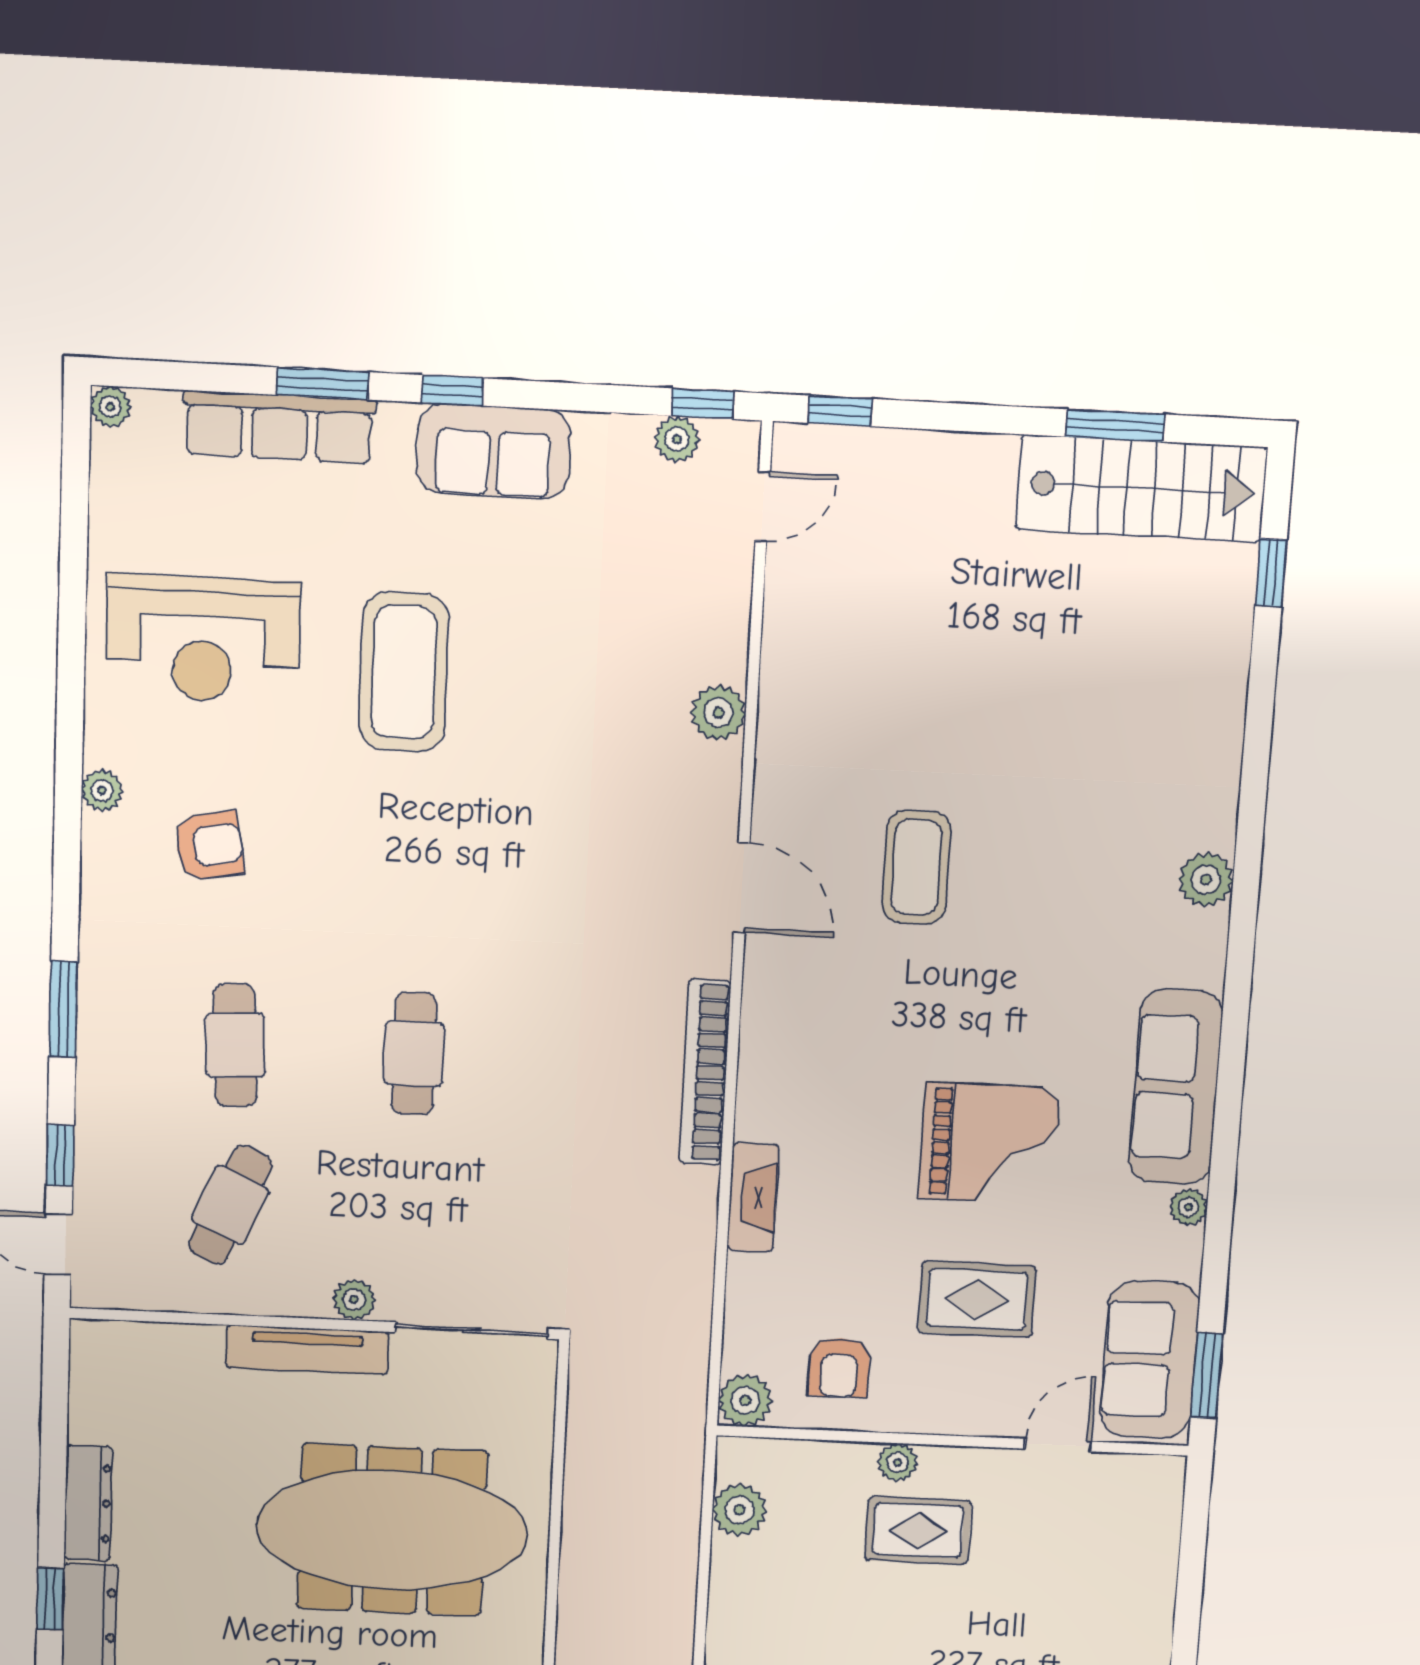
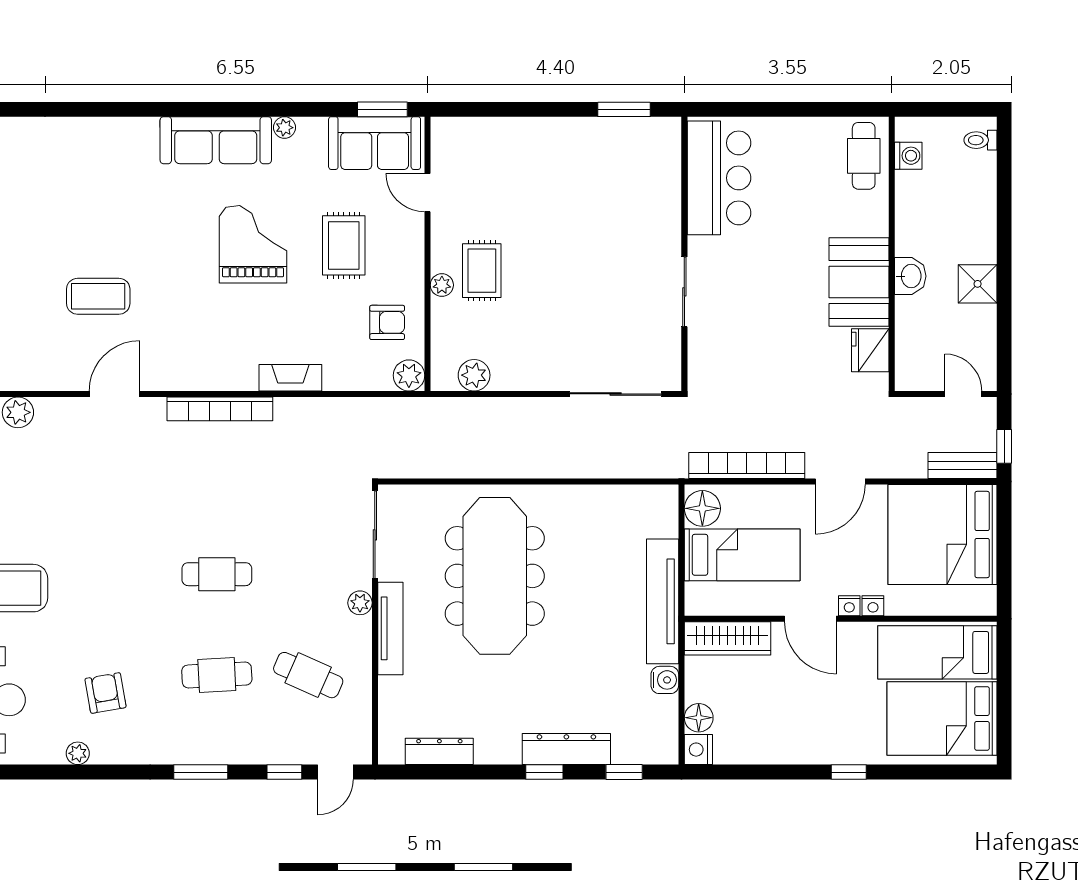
plant: (1206, 880) -> (97, 132), removed
dresser: (88, 1503) -> (439, 751), moved

